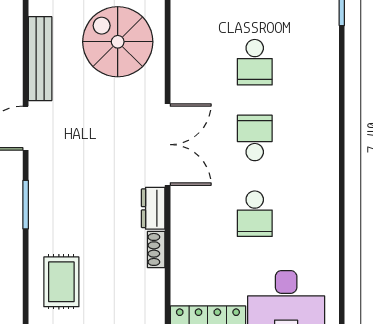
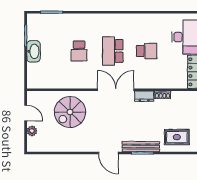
bench: (40, 59) -> (141, 147), moved
school desk: (255, 62) -> (79, 51), turned 90
school desk: (255, 138) -> (113, 51), width x1.85

